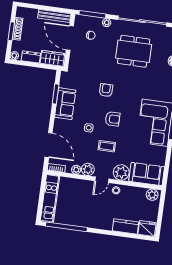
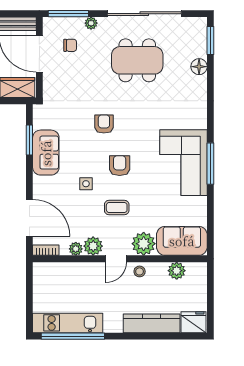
armchair: (113, 119) -> (120, 166), turned -90
plant: (152, 195) -> (177, 271), moved
kitchen unit: (50, 198) -> (68, 323), moved, turned -90
kitchen counter: (126, 226) -> (152, 323), width x1.50

